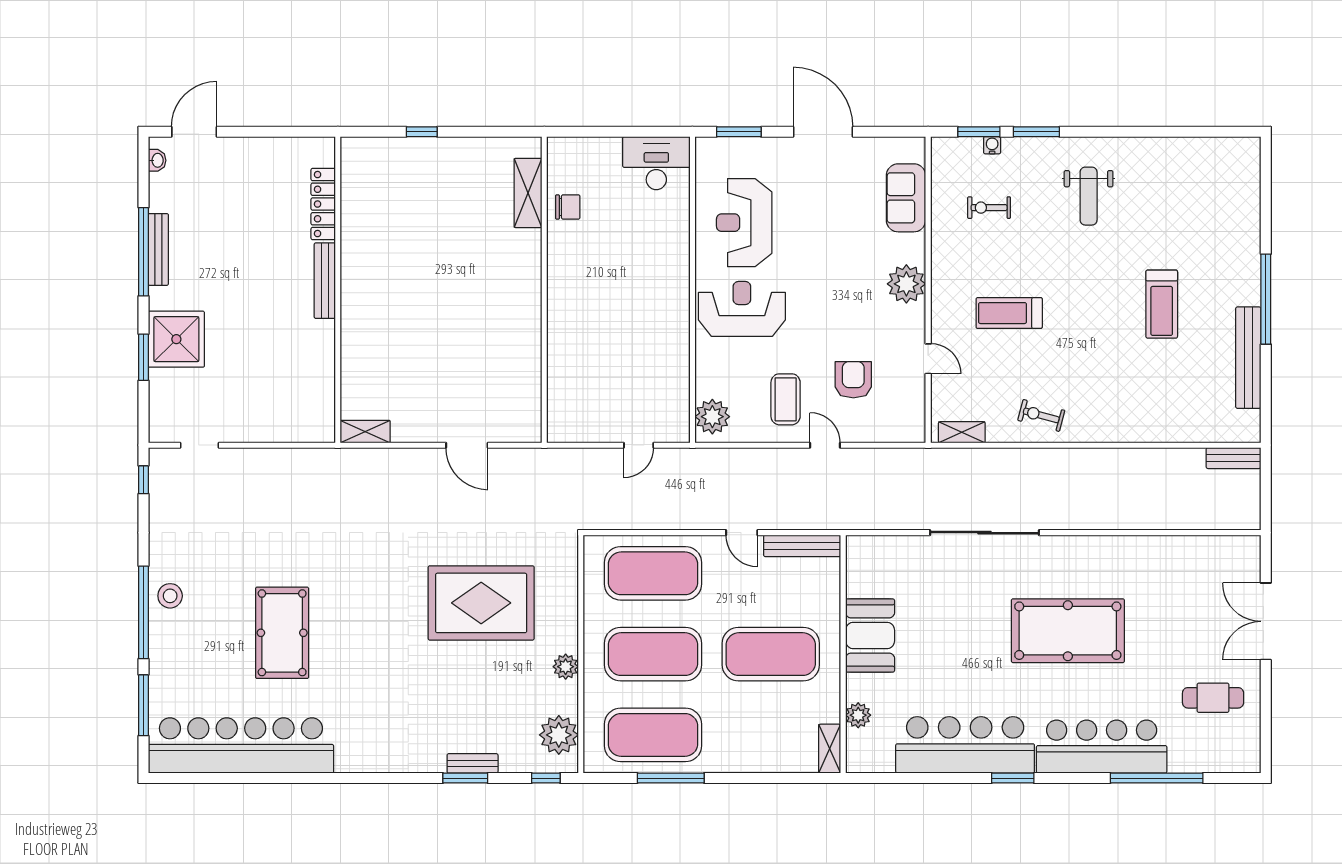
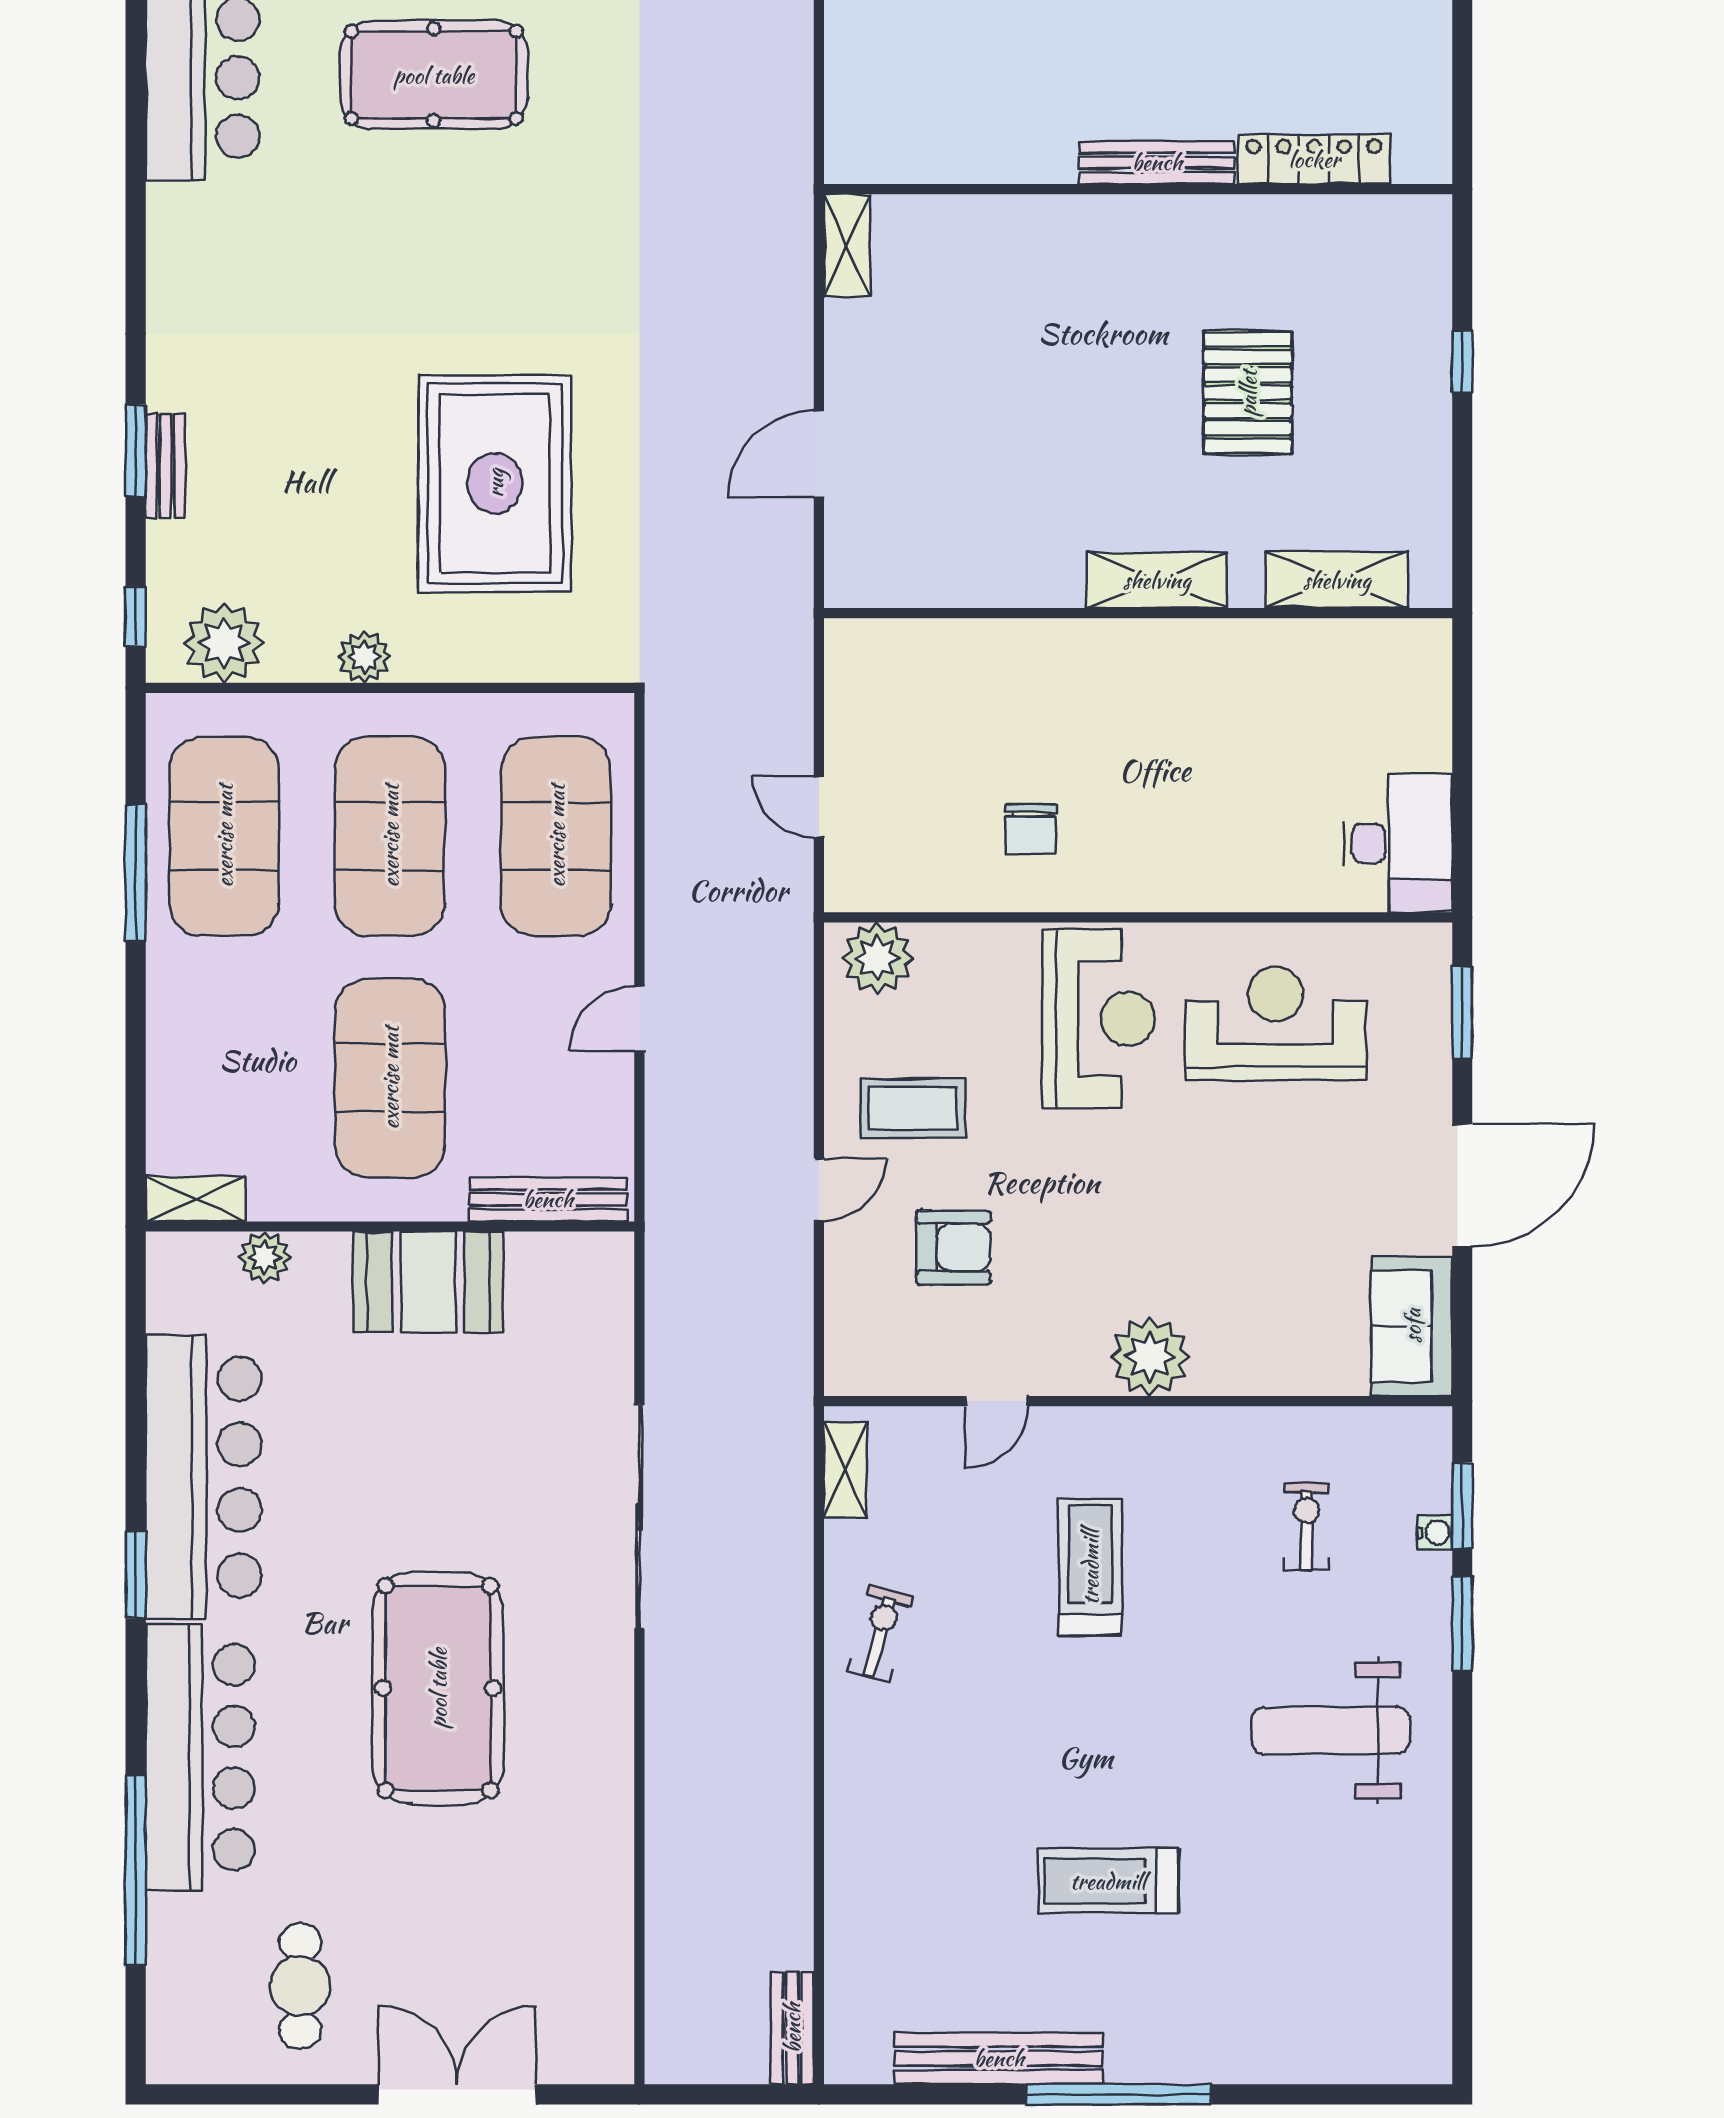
weight bench: (1089, 196) -> (1330, 1730), width x1.36, depth x1.33
sofa: (906, 198) -> (1412, 1326), moved, turned -90
chair: (568, 207) -> (1031, 829), moved
pallet: (437, 236) -> (1248, 393), added
shelving: (528, 280) -> (1157, 580), added
bench: (802, 546) -> (548, 1199), moved, turned 90

